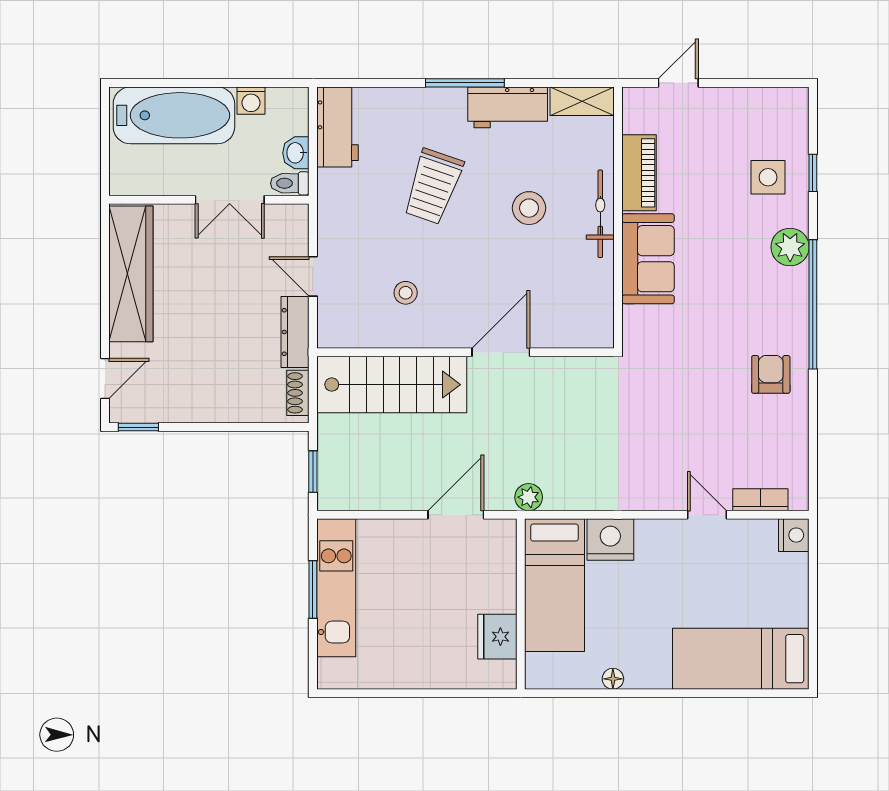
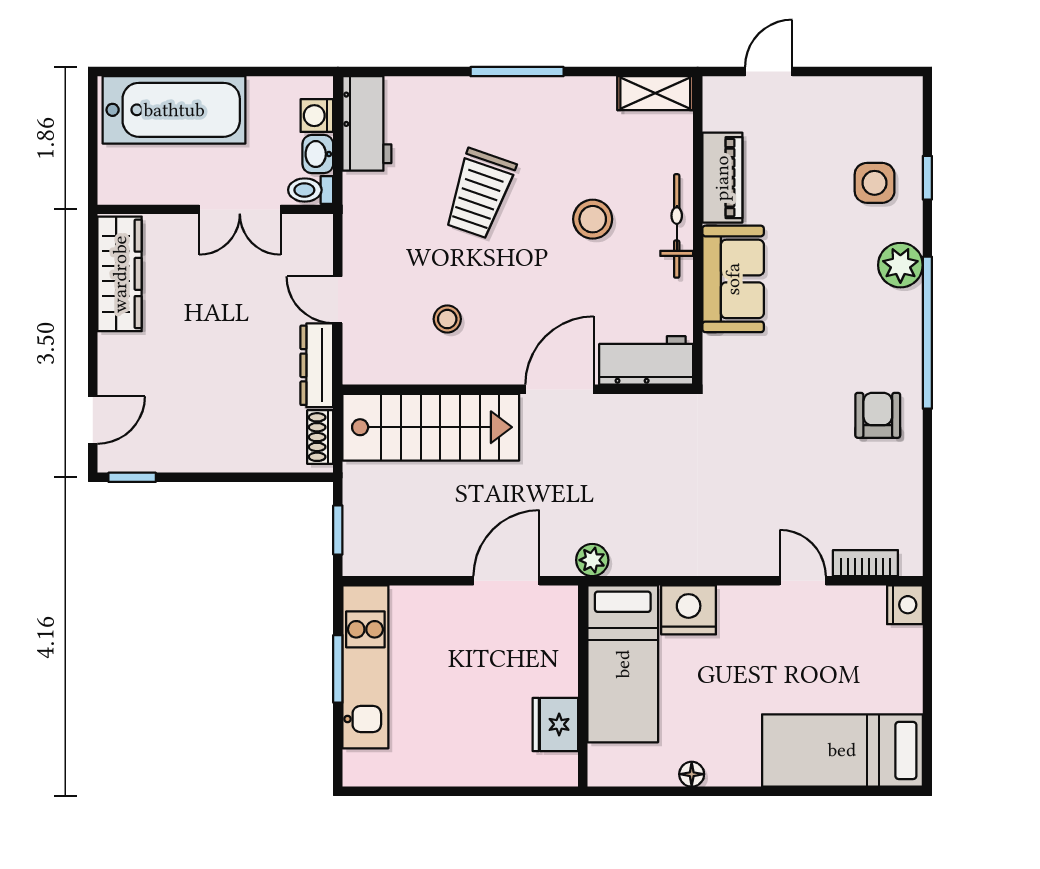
washing machine: (251, 101) -> (317, 116), moved, turned 90
workbench: (508, 107) -> (646, 360), moved, turned 180
wardrobe: (131, 274) -> (120, 274), width x0.71, depth x0.85

